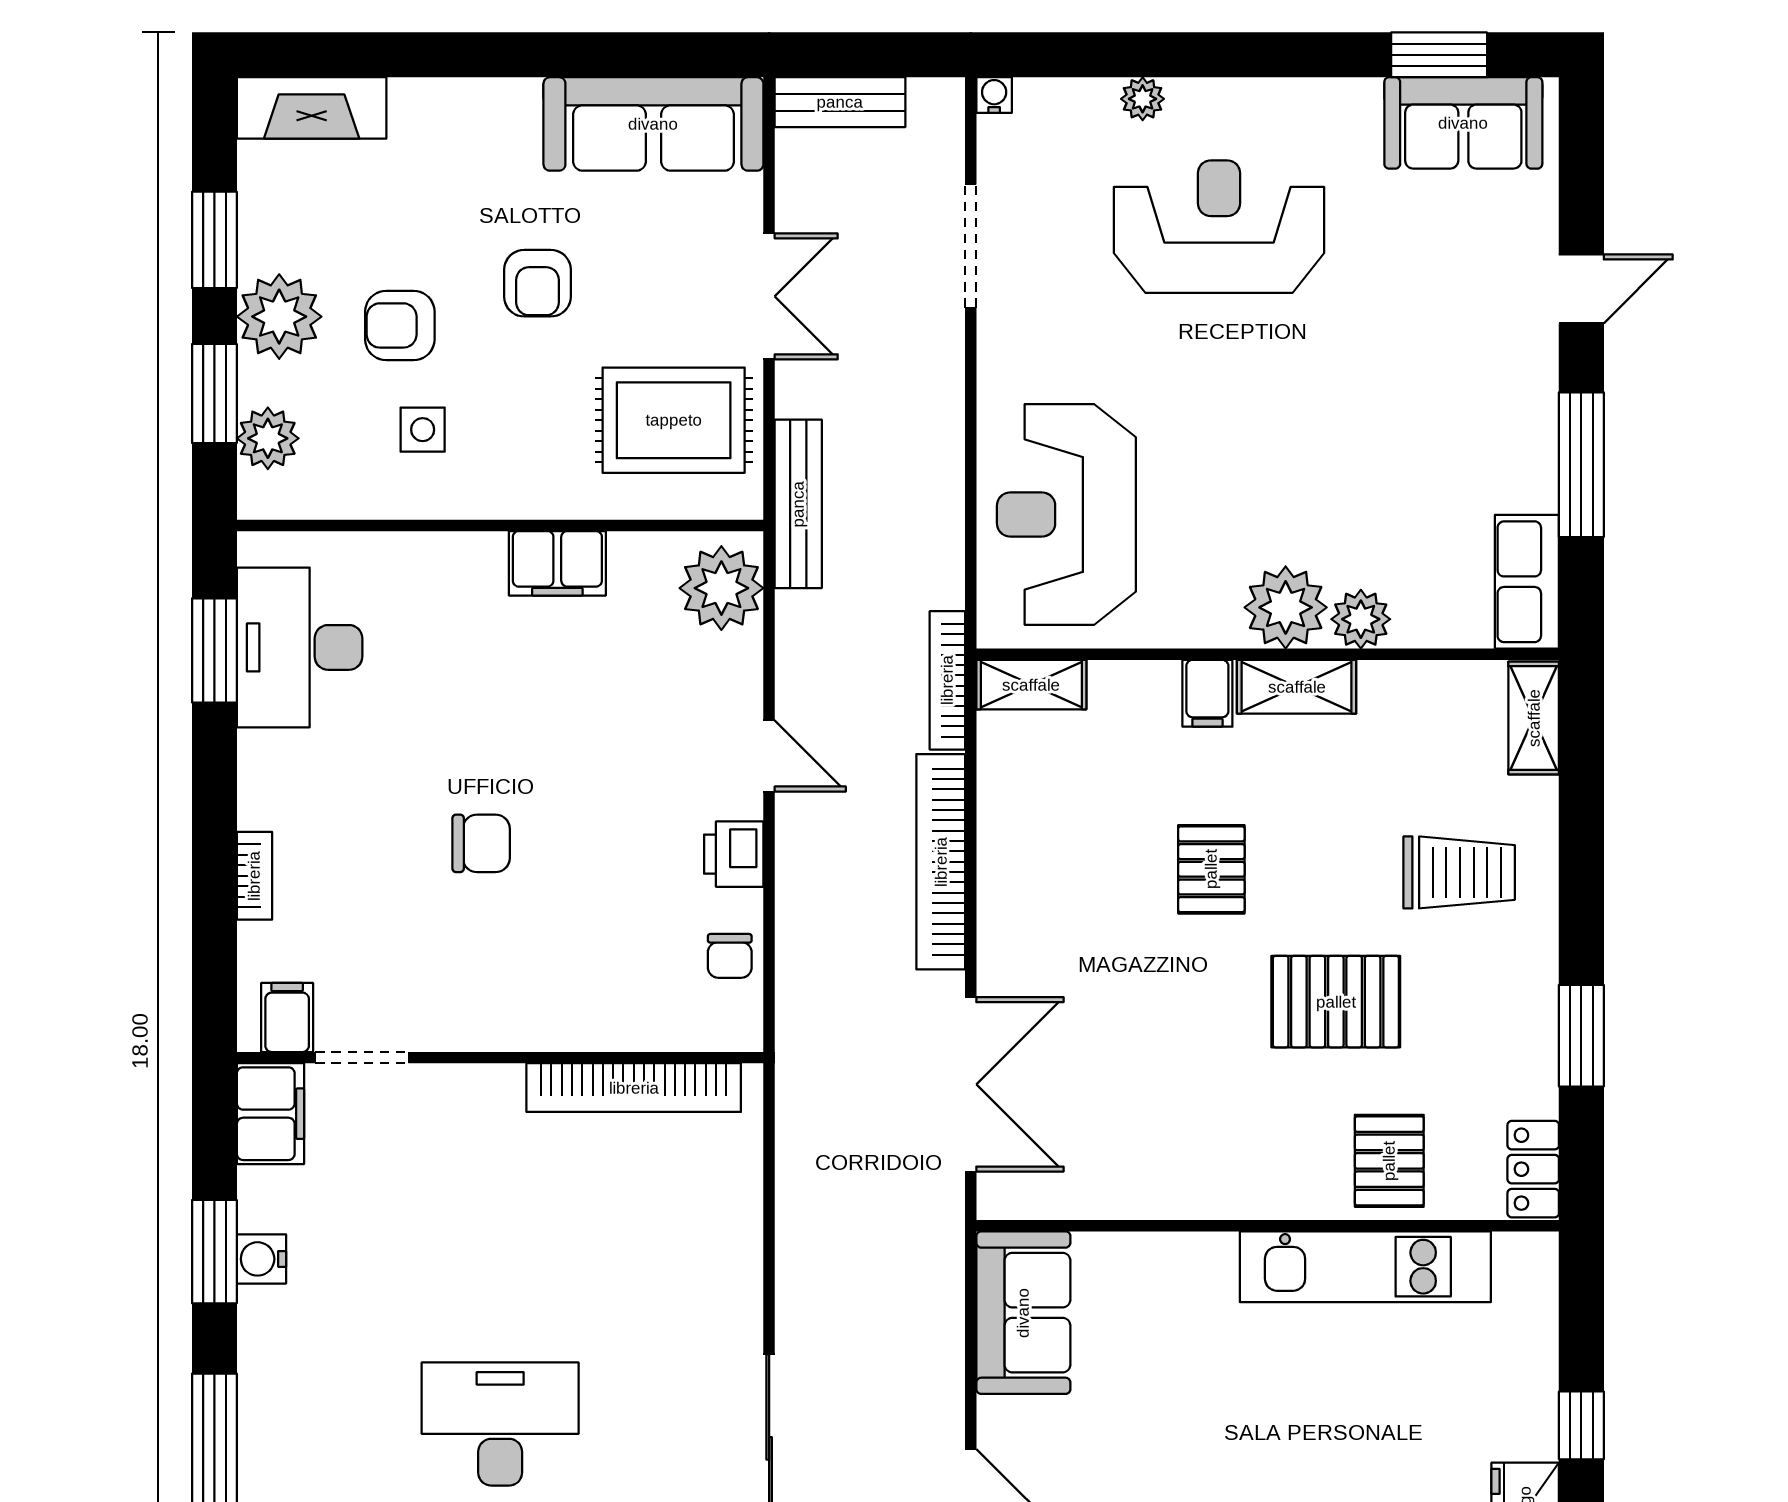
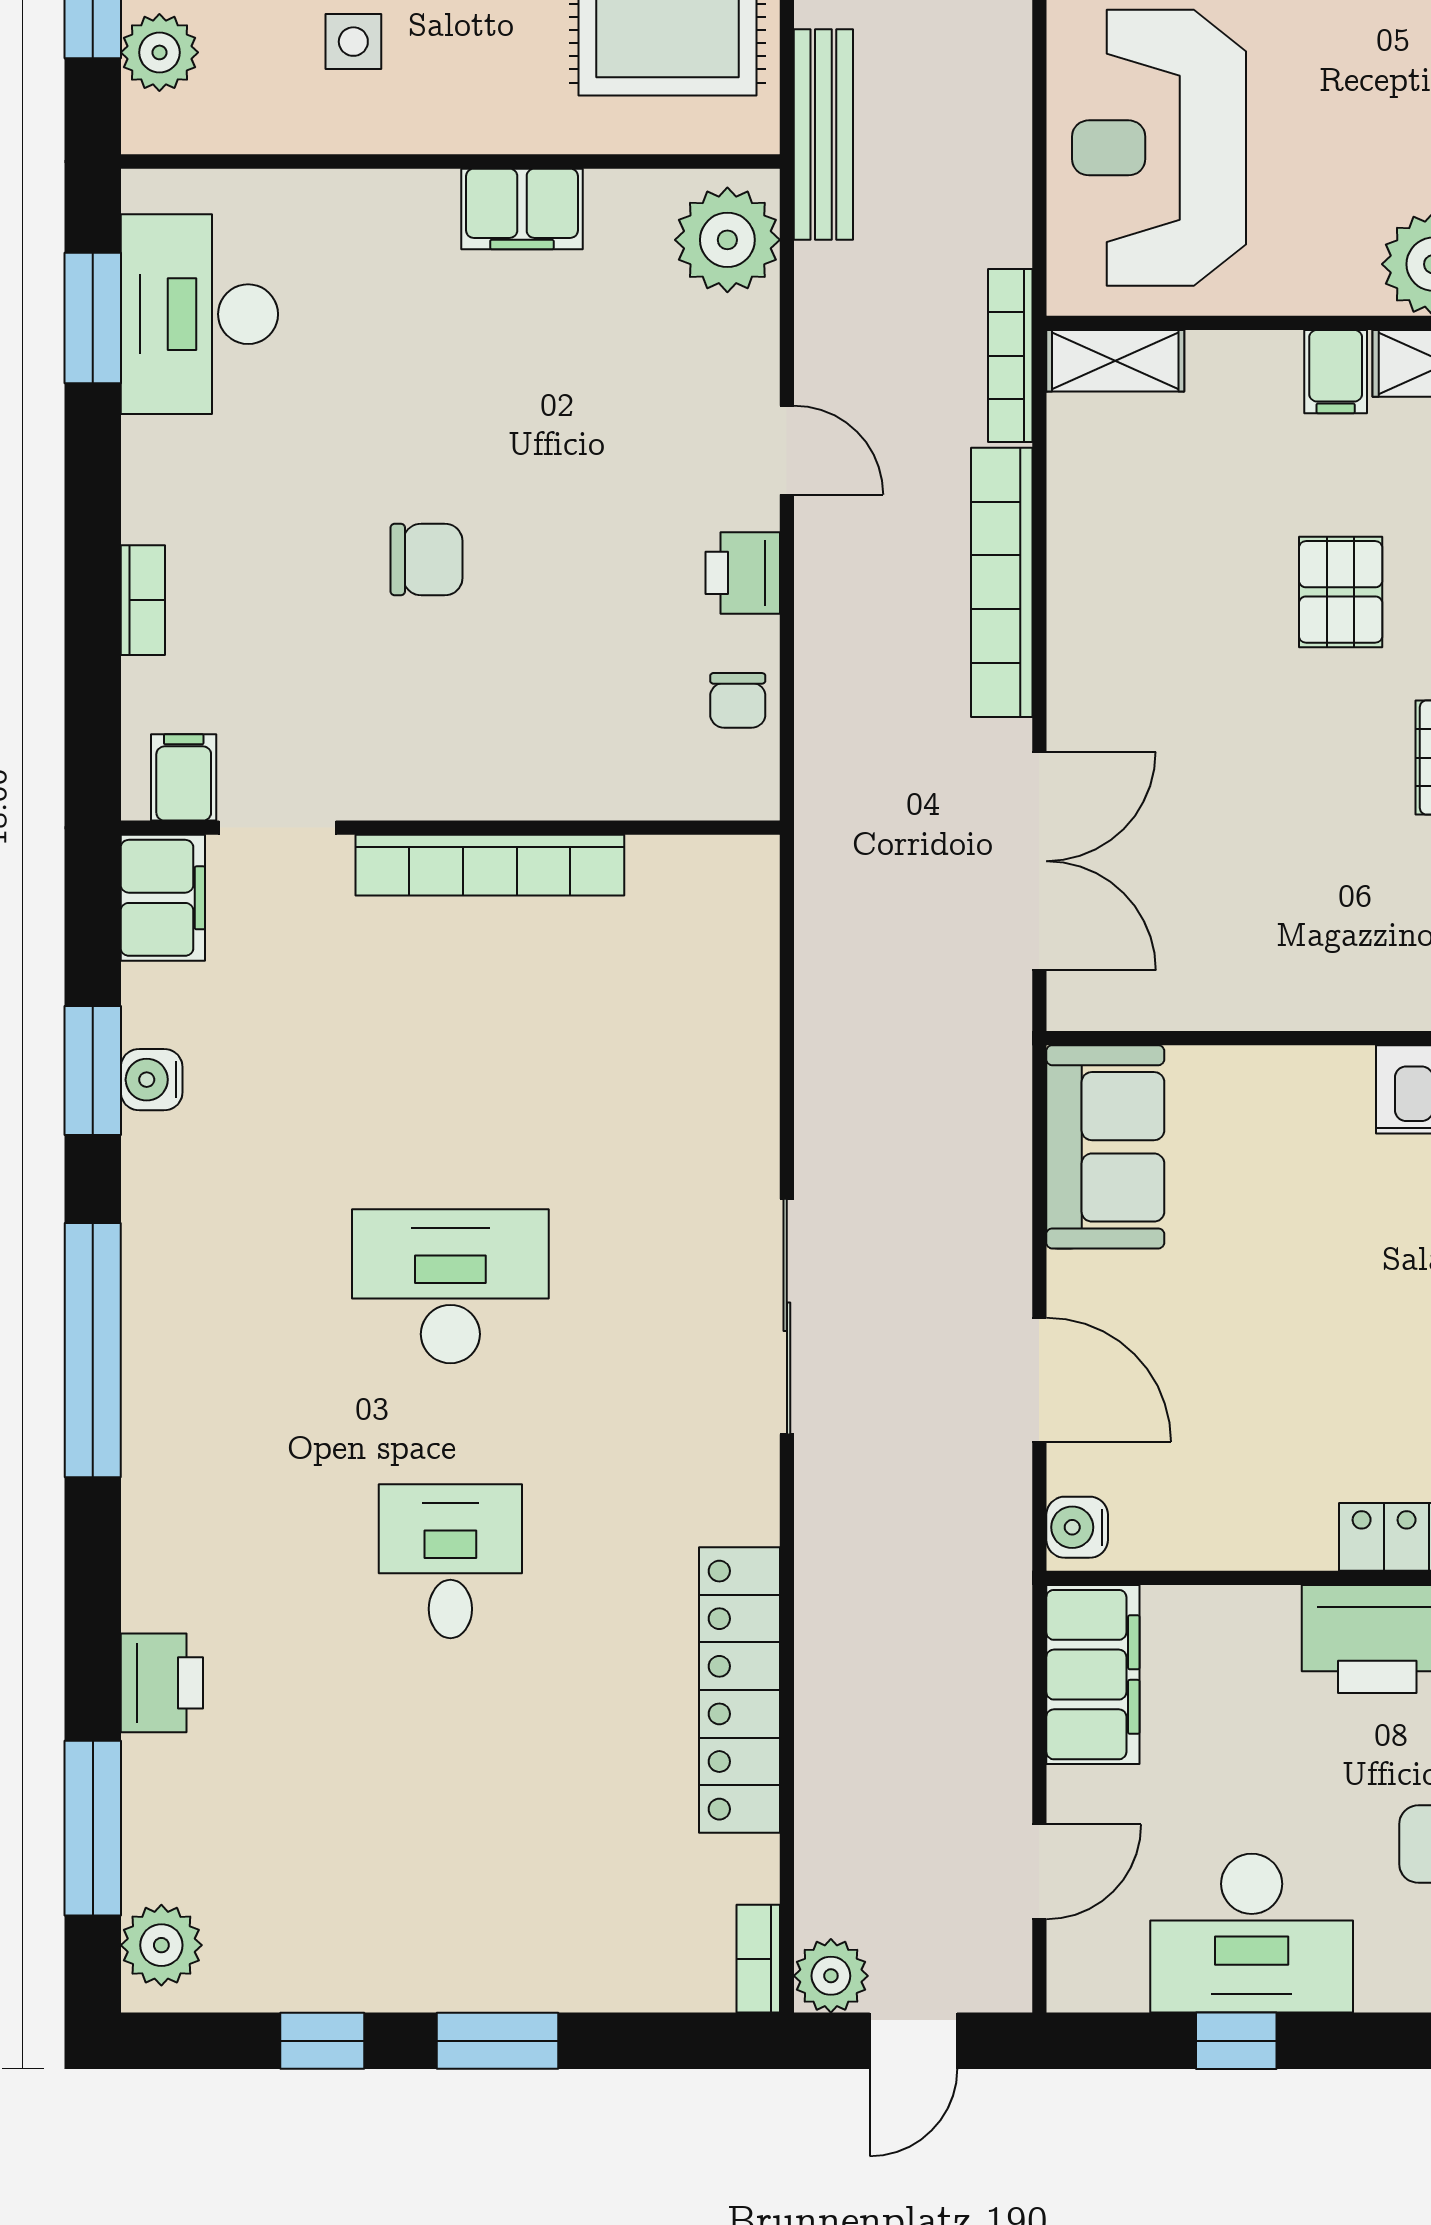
bookcase: (634, 1088) -> (490, 865), moved

